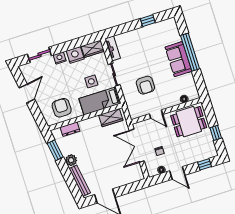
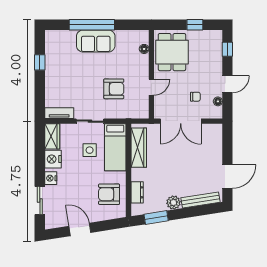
wardrobe: (111, 118) -> (139, 148), width x1.50

